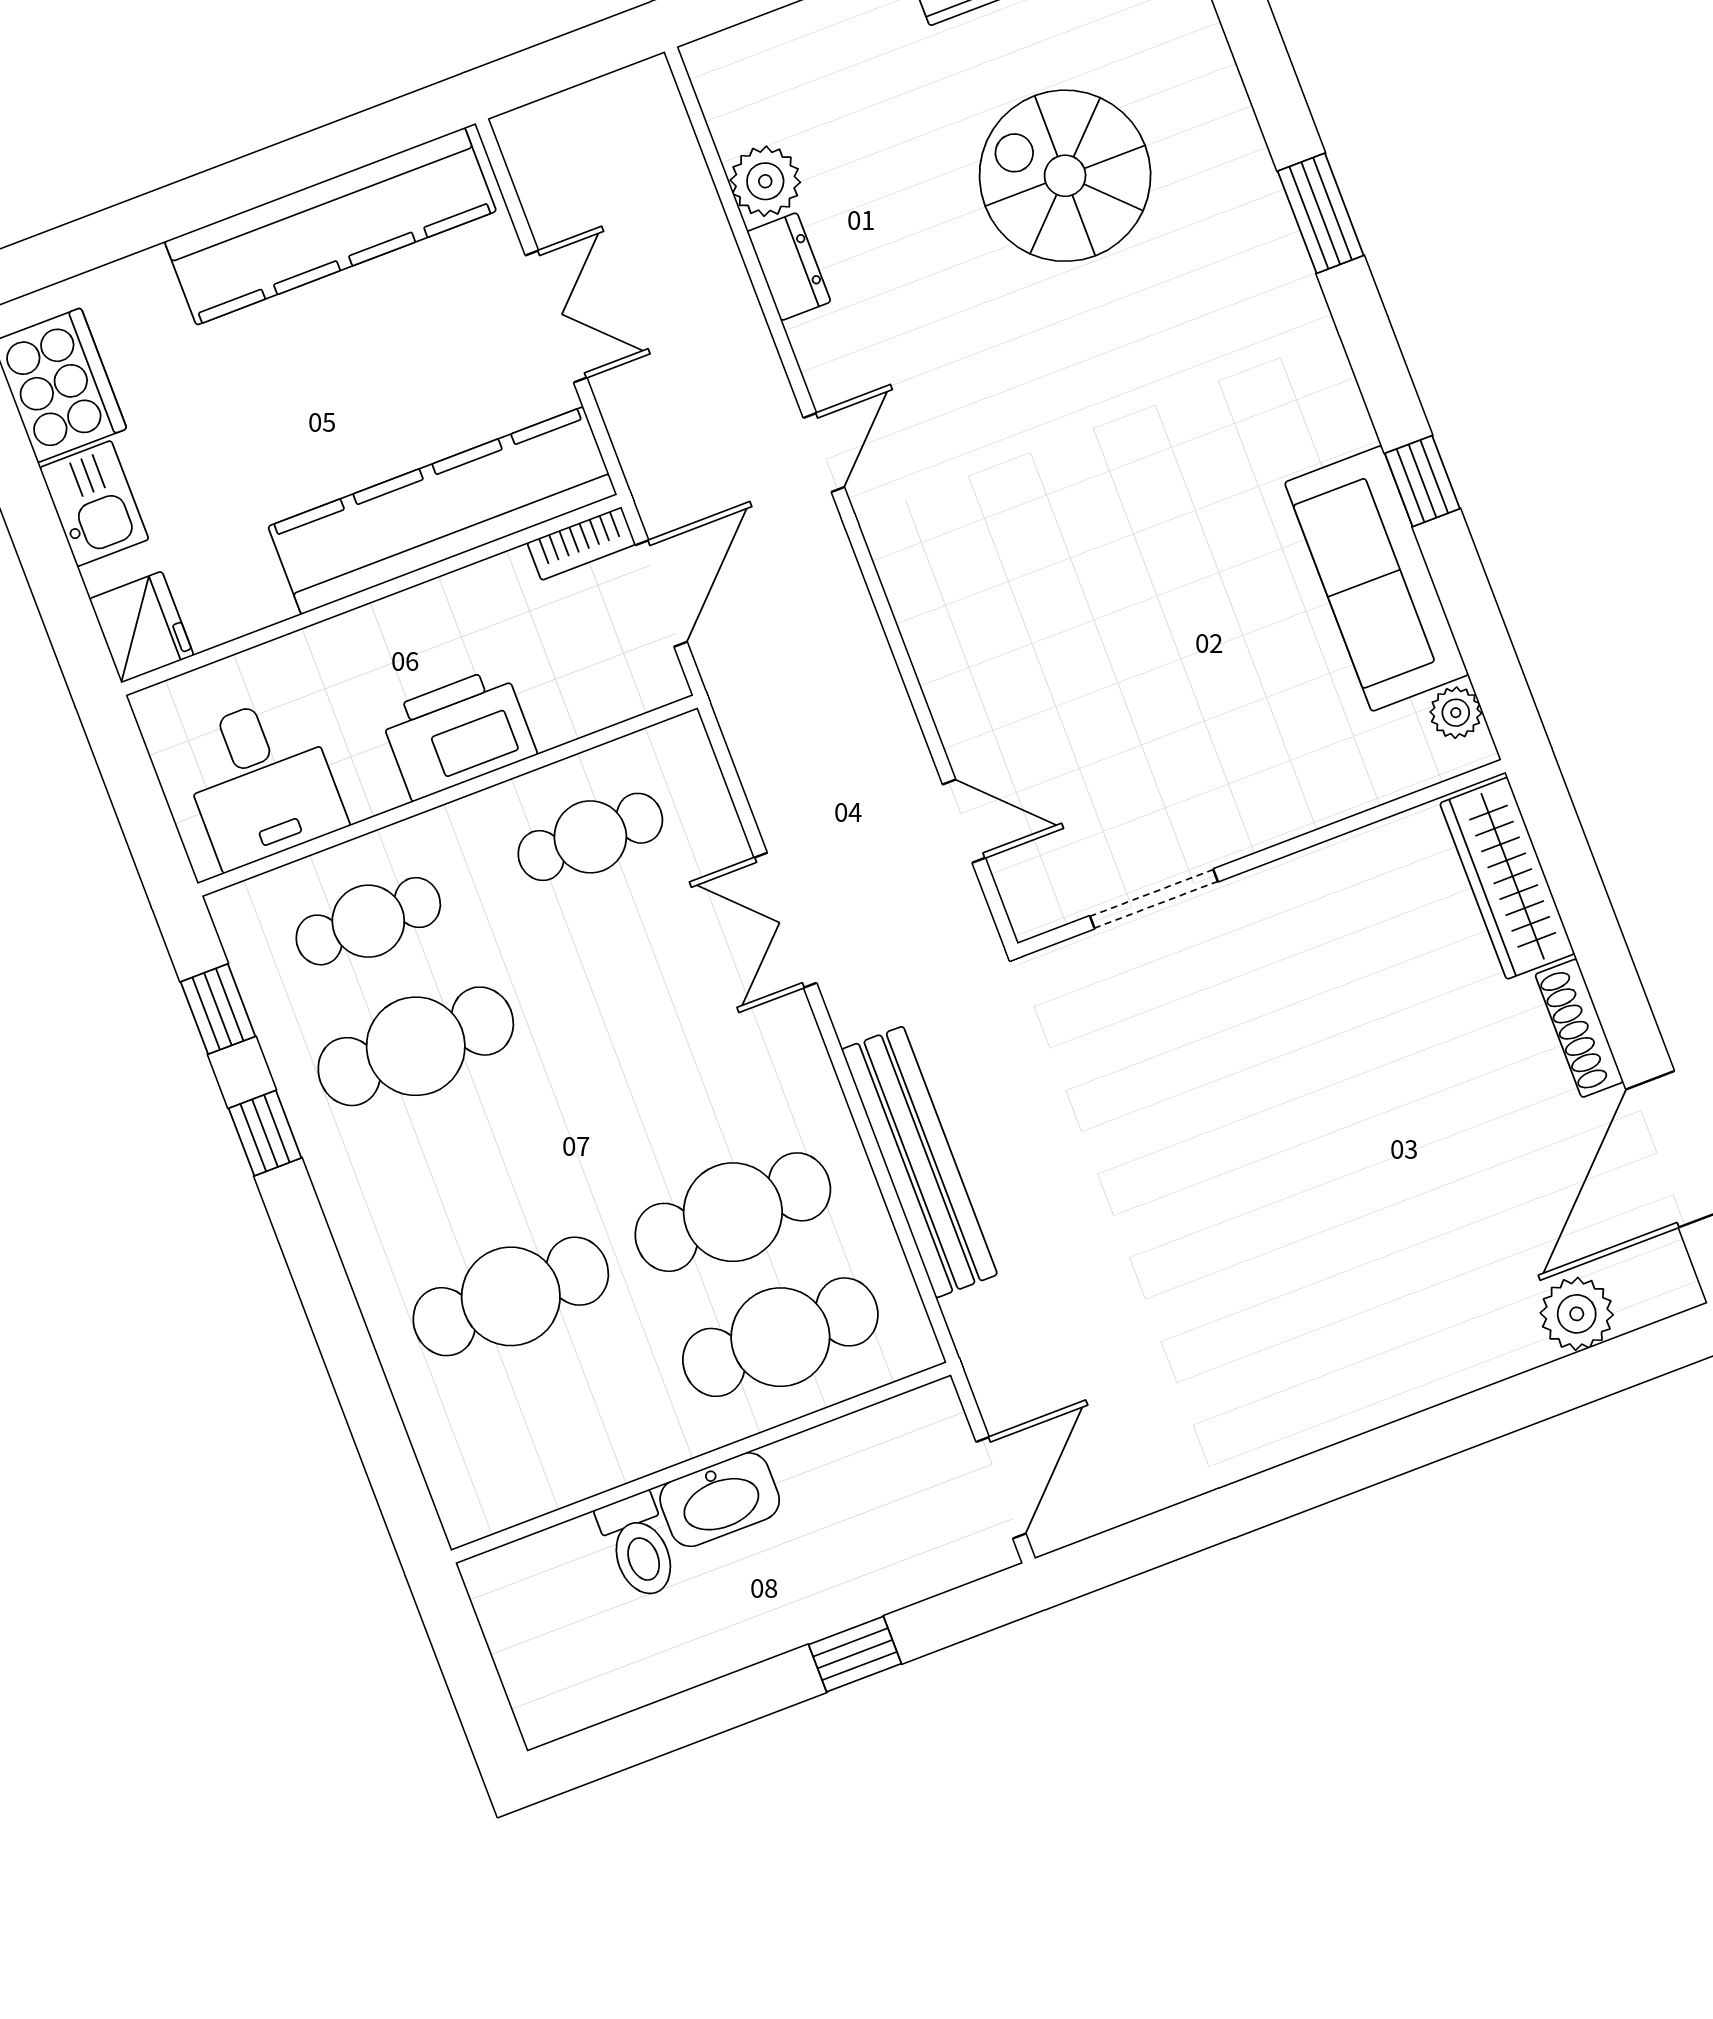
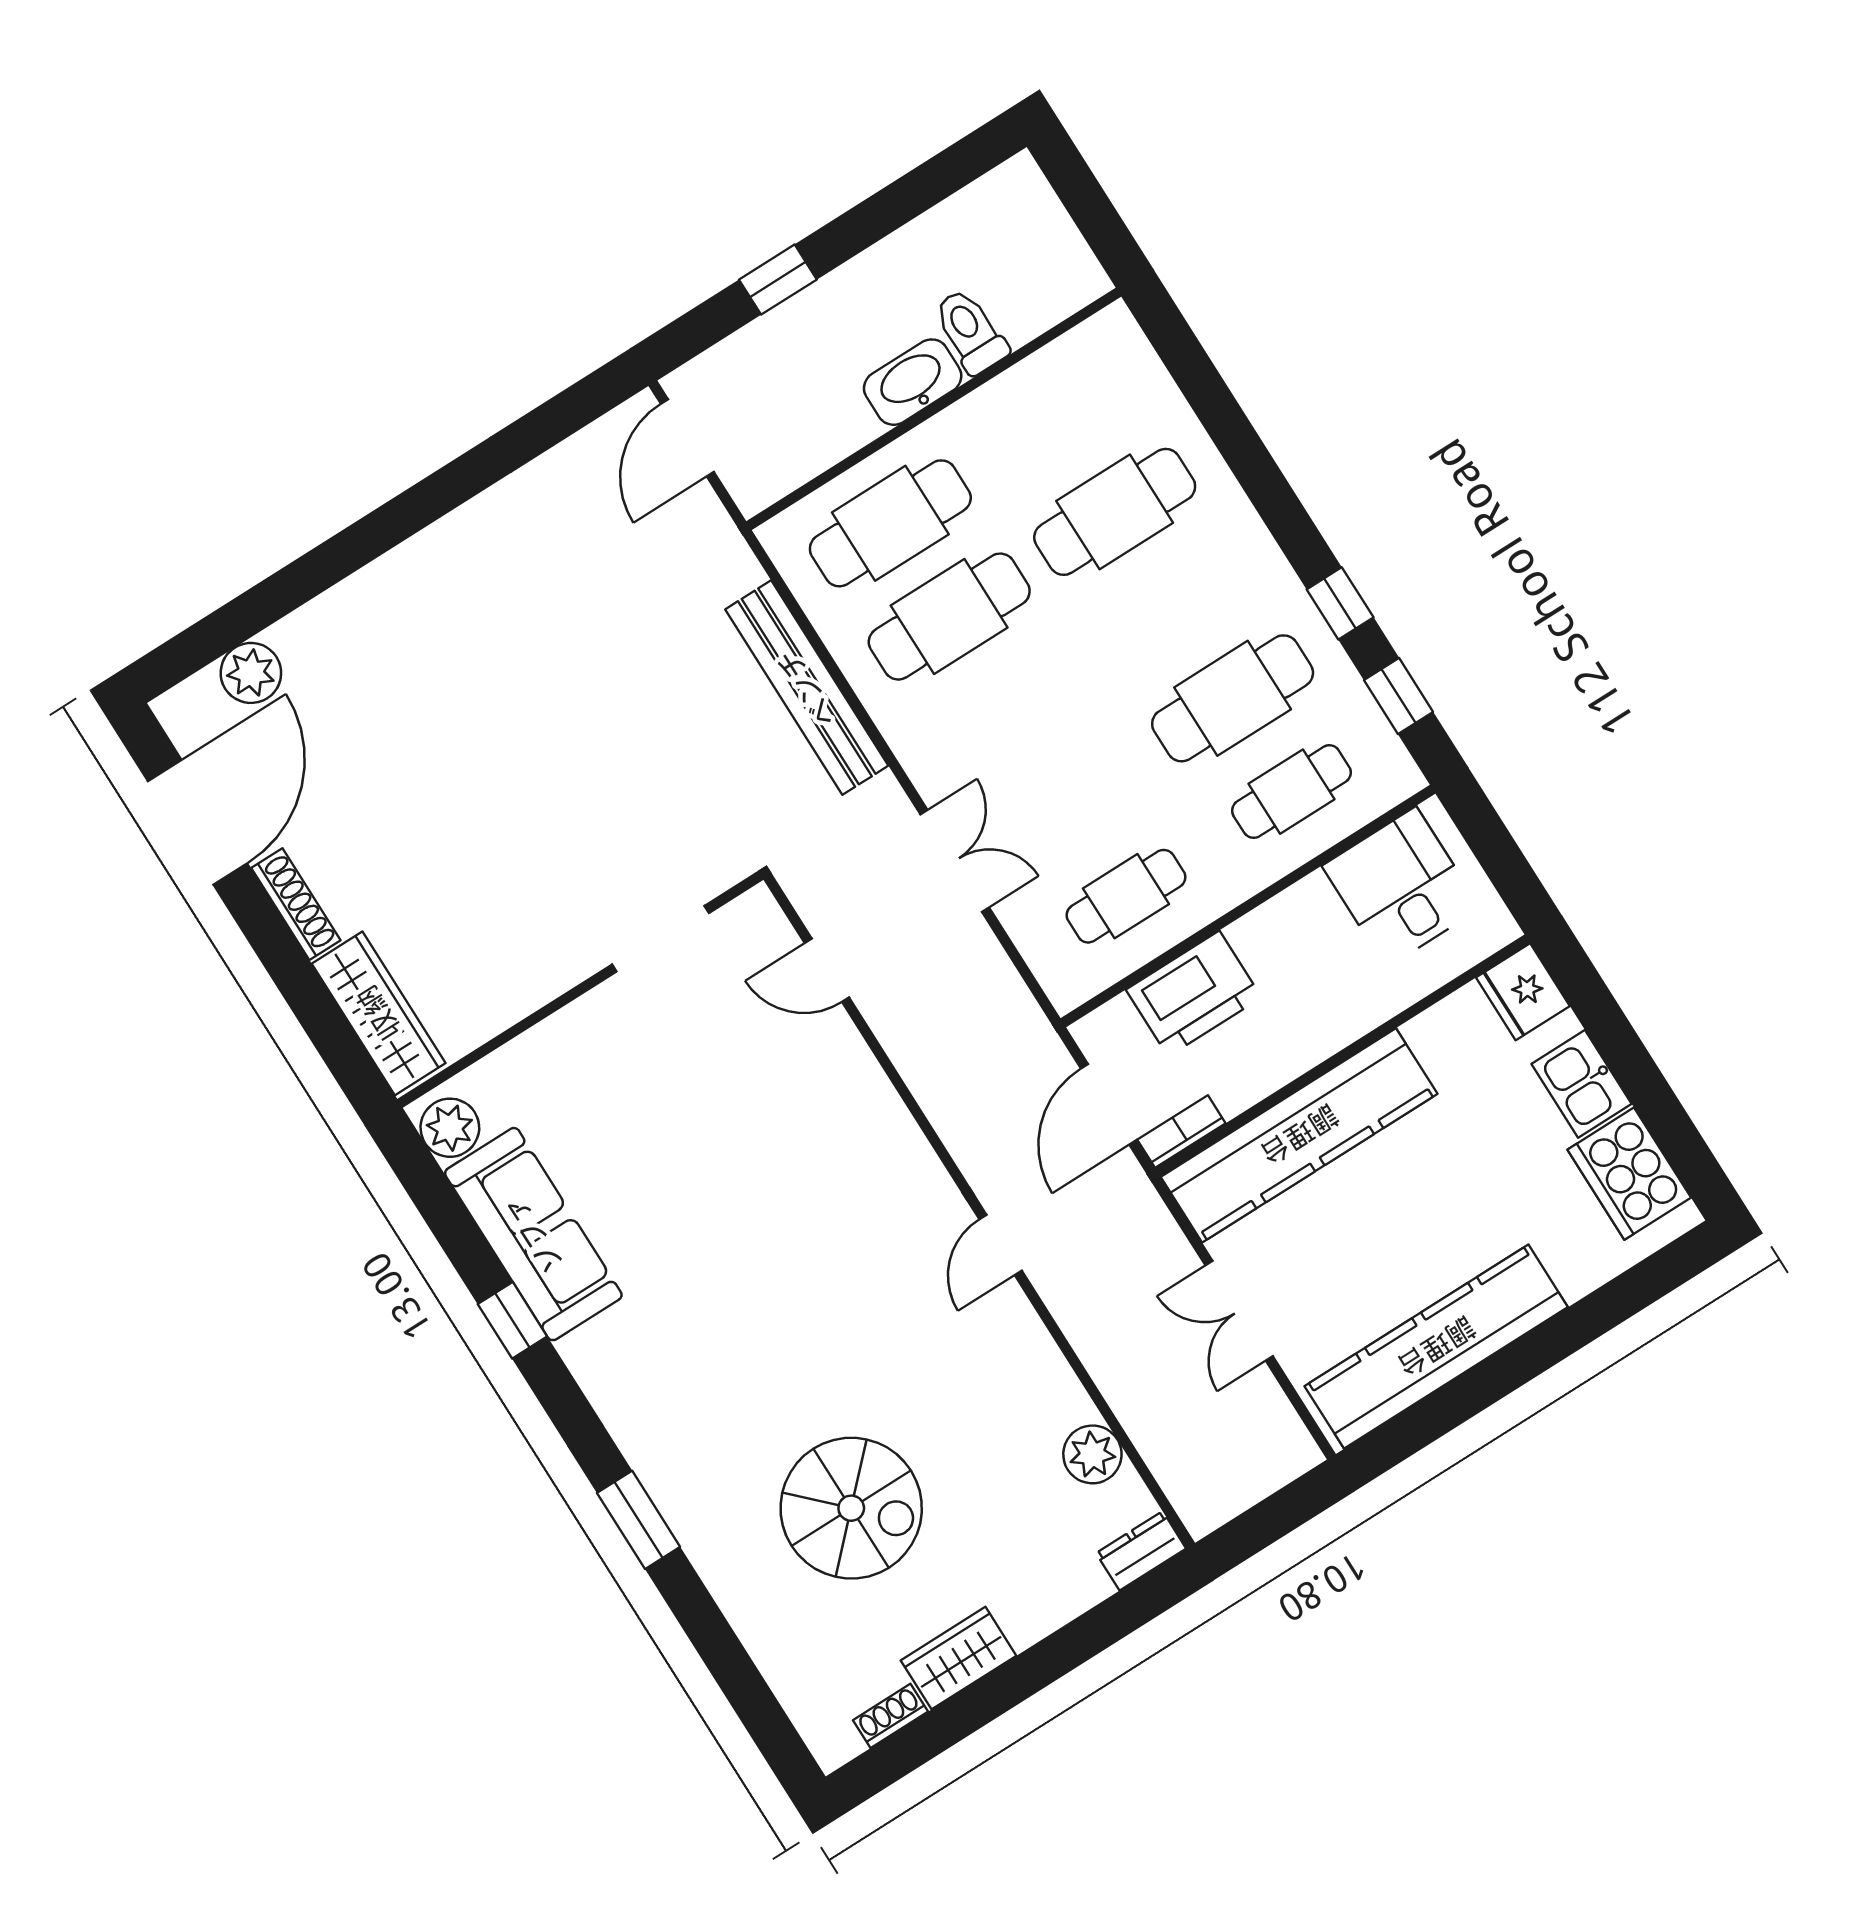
dresser: (789, 267) -> (1141, 1551), moved, turned 90
plant: (1456, 713) -> (450, 1128), width x1.38, depth x1.38
printer: (458, 733) -> (1194, 994), moved

